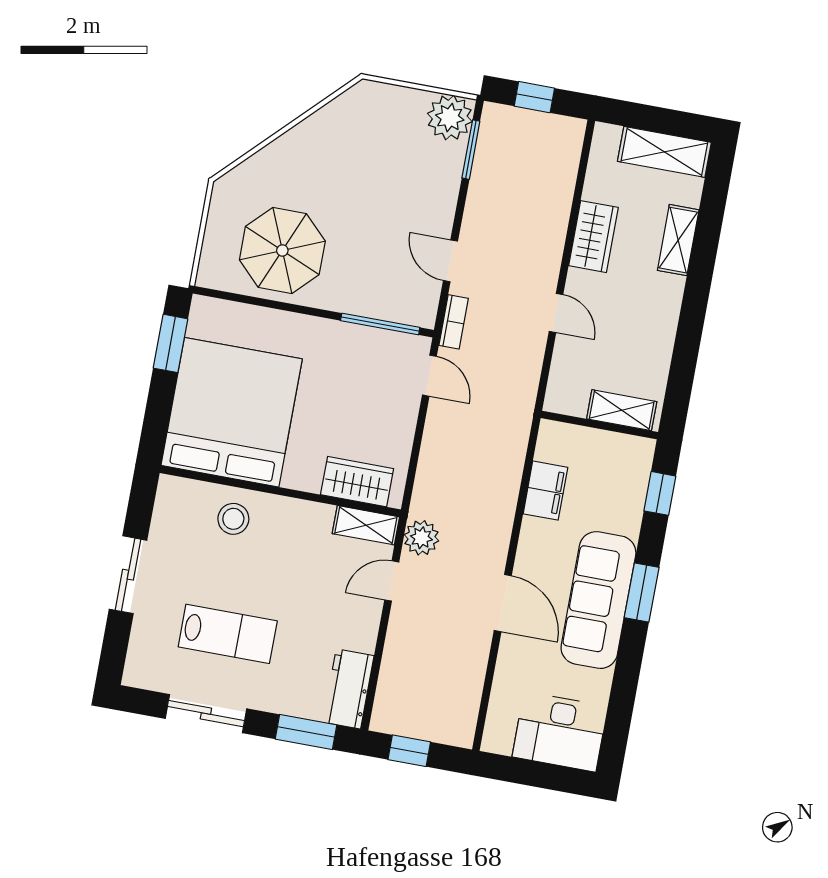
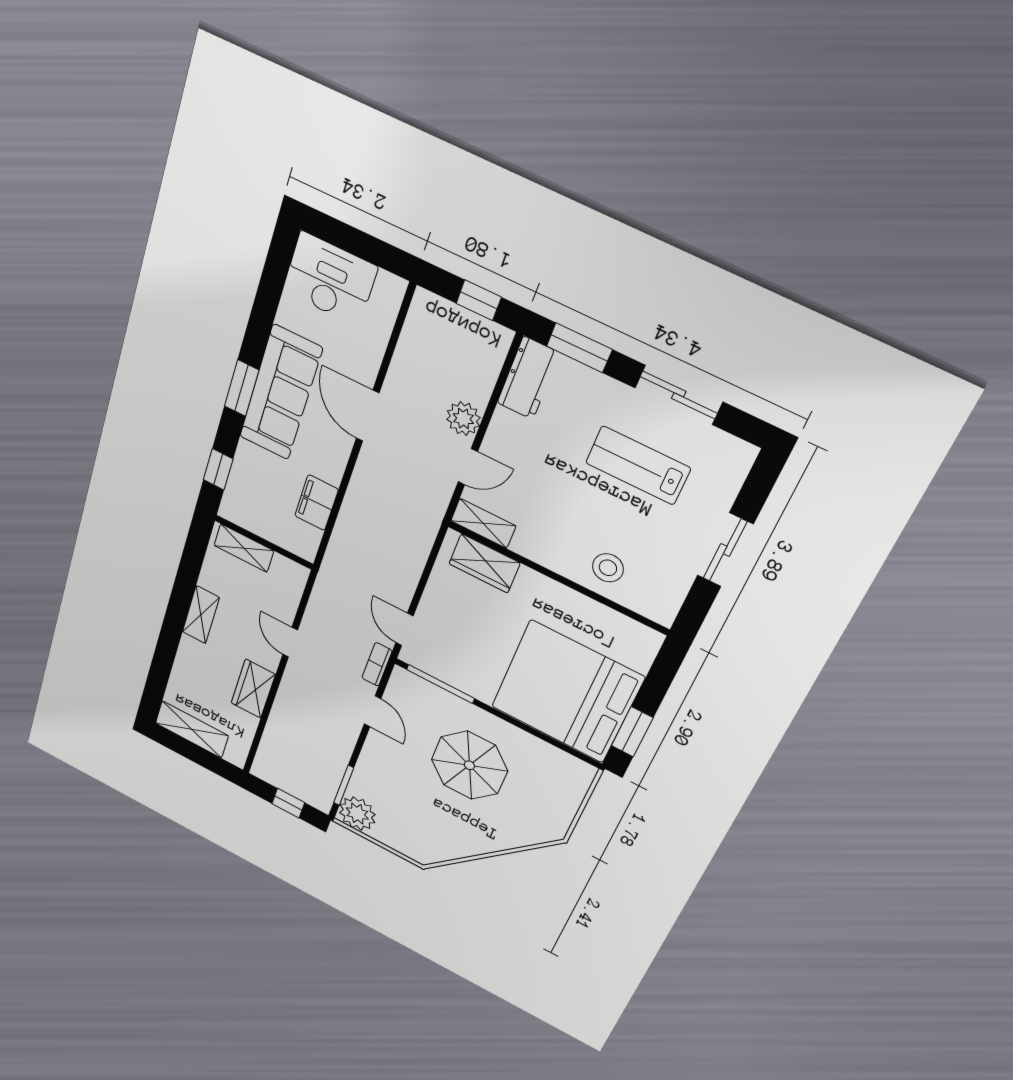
shelving: (678, 240) -> (201, 615), moved
parasol: (282, 250) -> (469, 765), moved
bed: (232, 412) -> (567, 692), moved, turned 90
plant: (421, 538) -> (463, 419), moved

